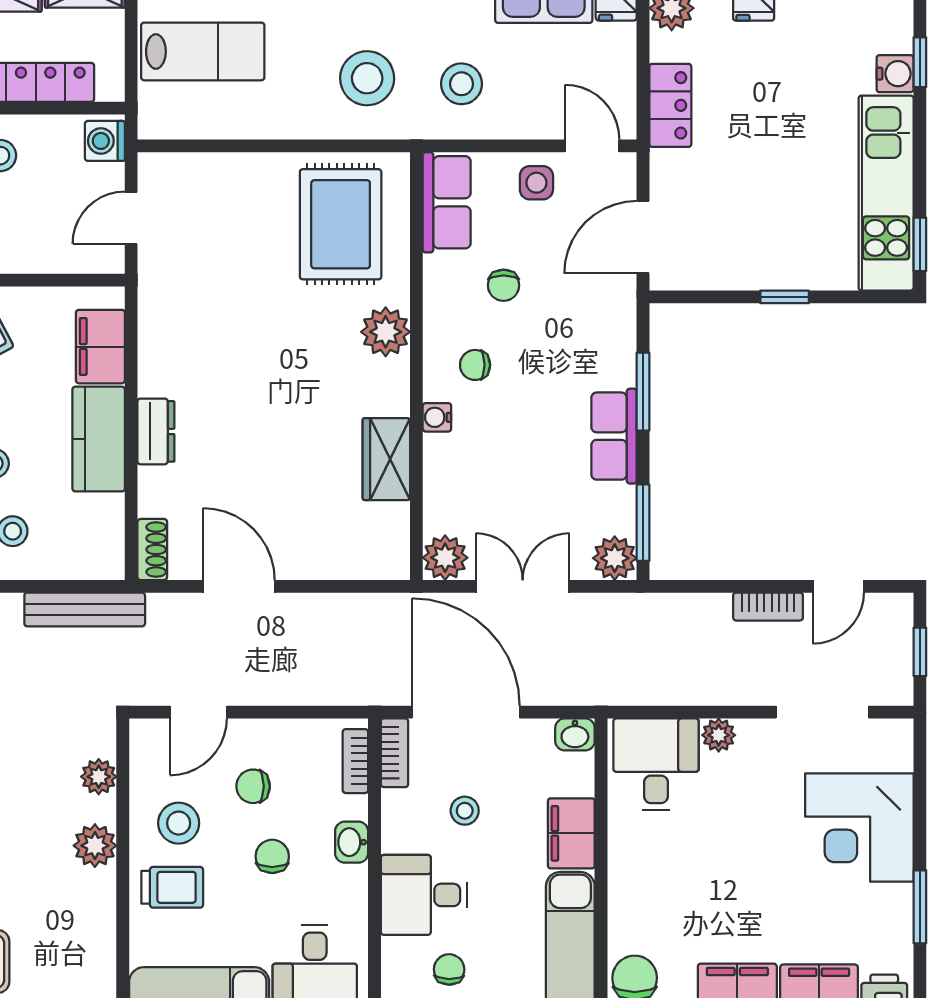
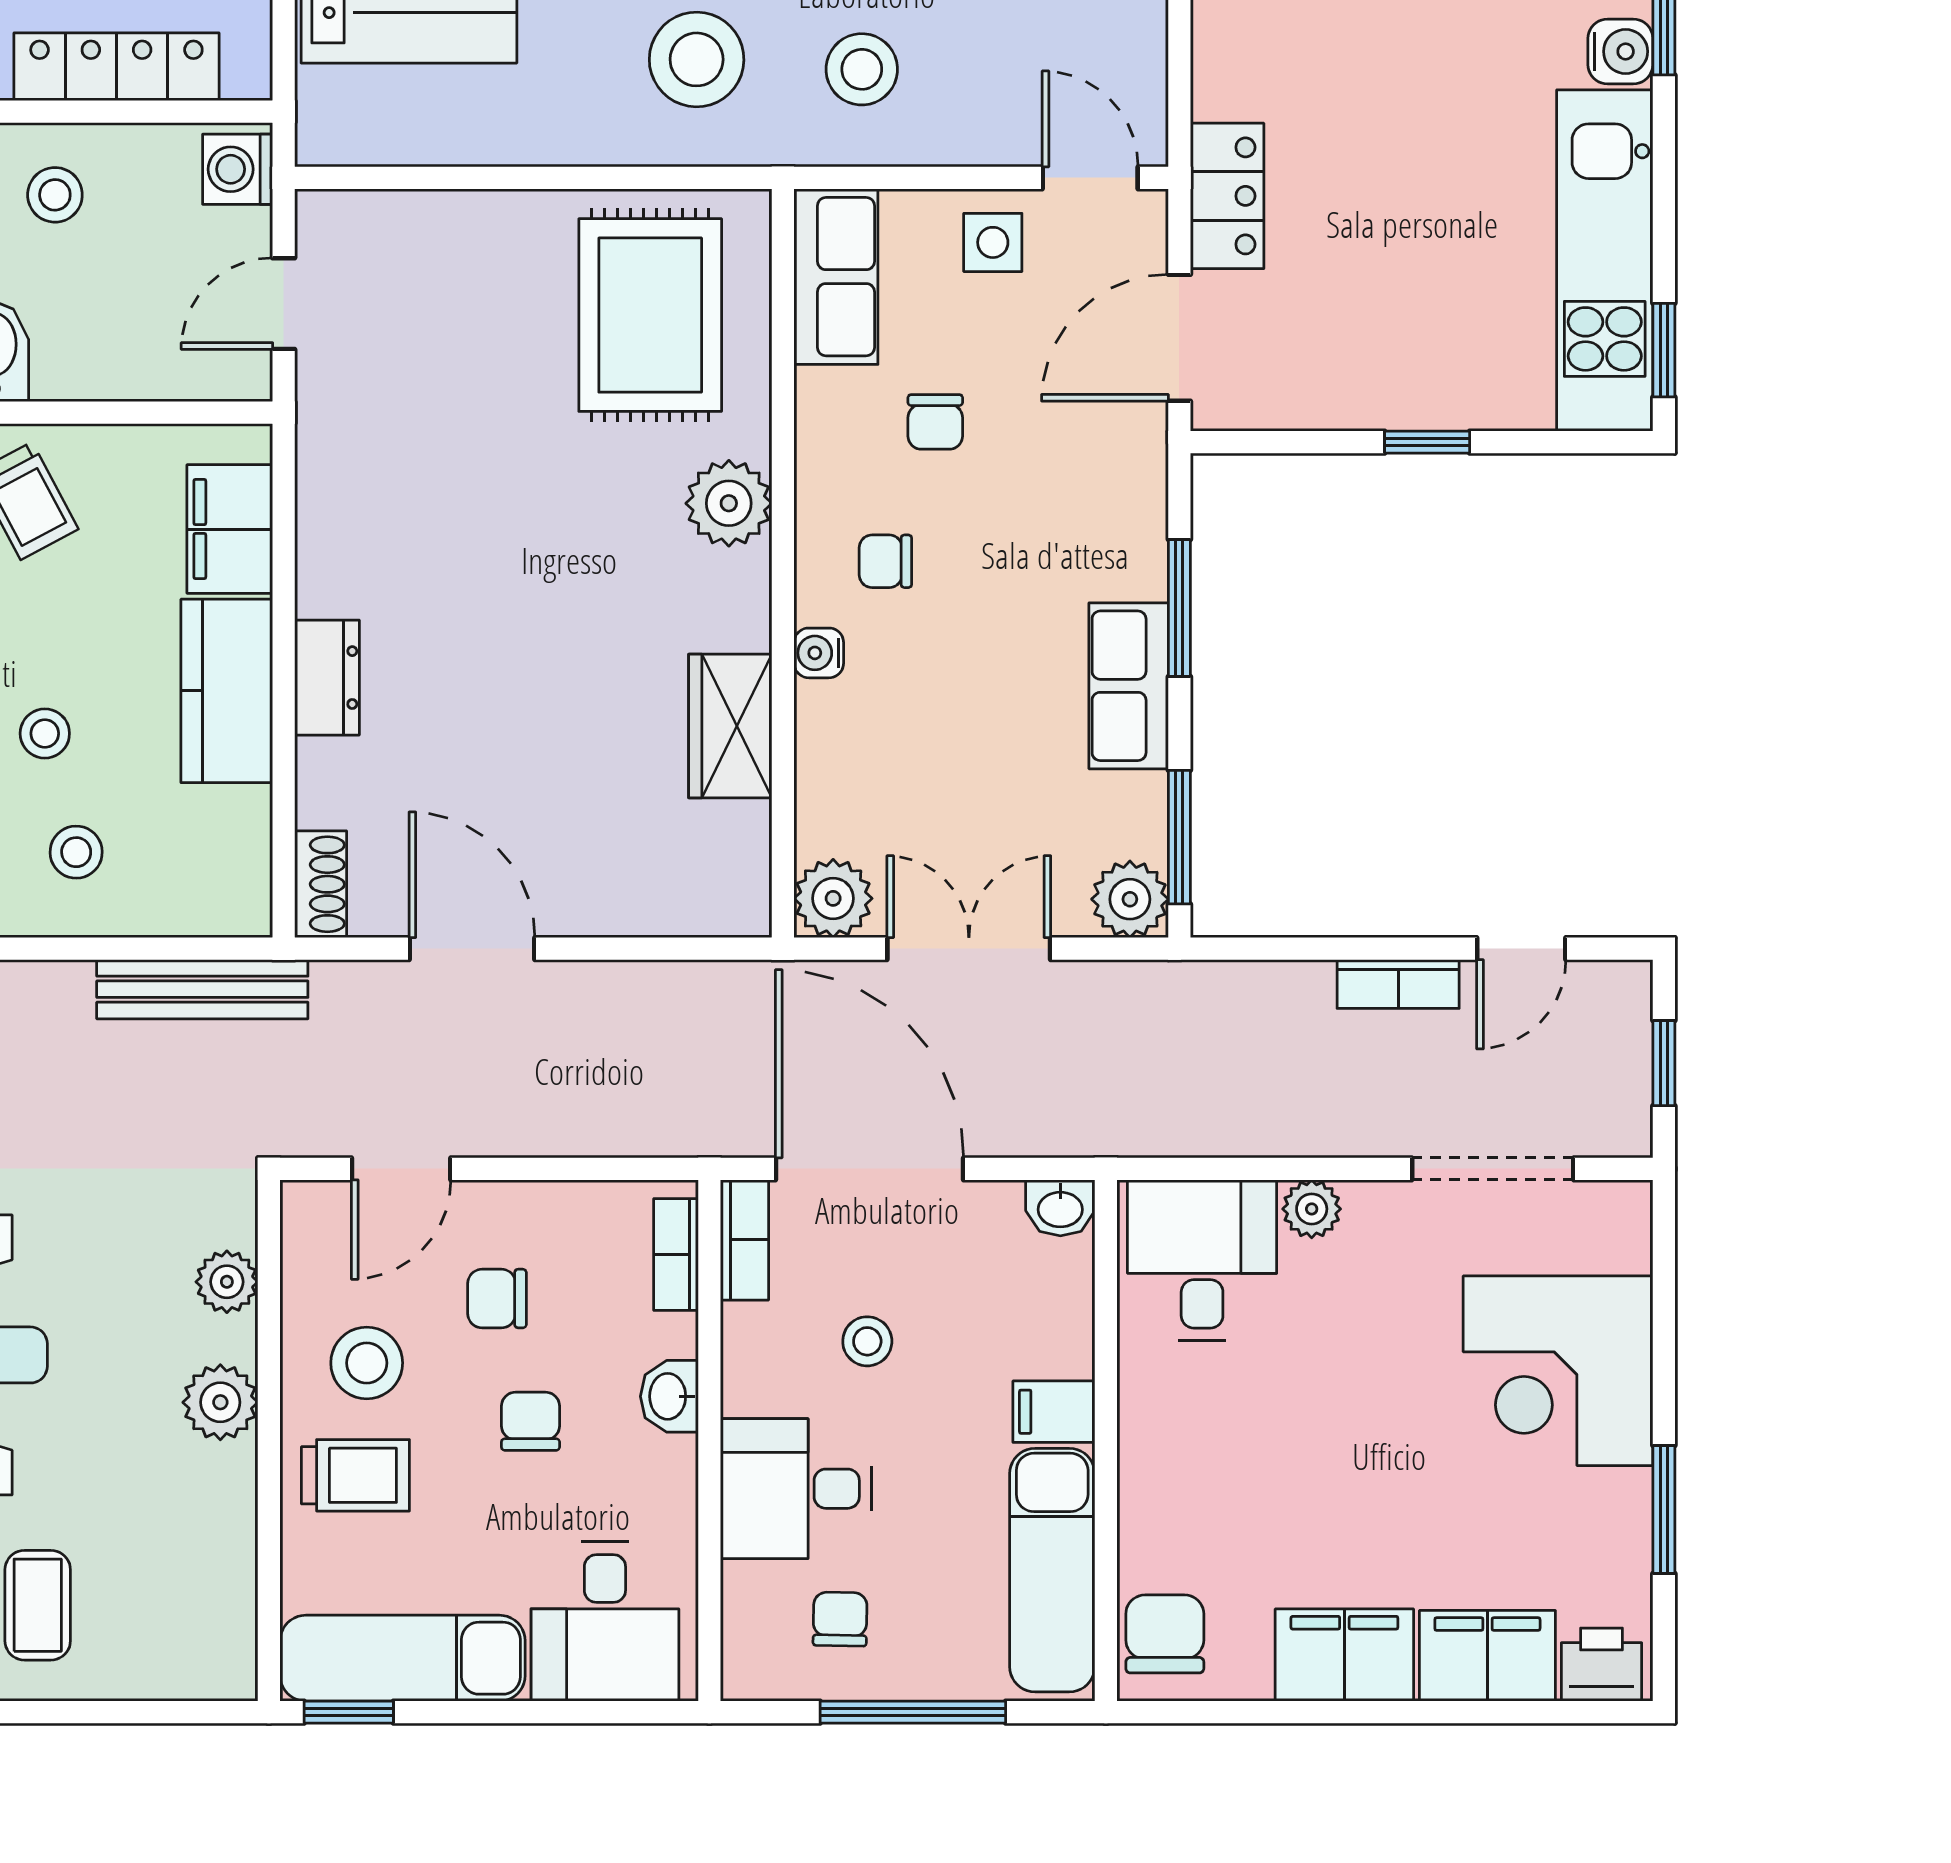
locker: (670, 105) -> (1227, 196), moved
filing cabinet: (571, 833) -> (1054, 1412), width x0.50

